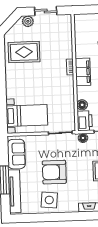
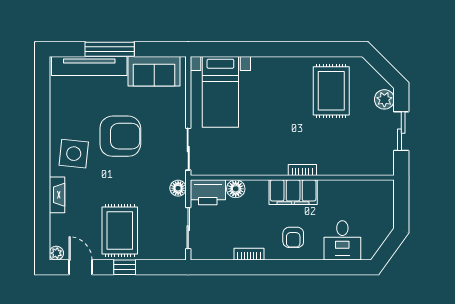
armchair: (54, 172) -> (120, 136), turned 90
side table: (49, 200) -> (74, 154), moved

